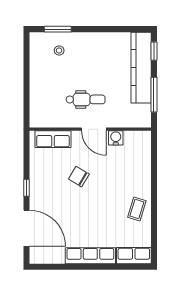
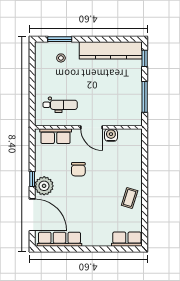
kitchen counter: (141, 68) -> (111, 50), moved, turned -90
dental chair: (86, 99) -> (60, 105), moved
chair: (79, 177) -> (78, 169), turned -121
plant: (40, 195) -> (44, 186), added
row of seats: (90, 256) -> (59, 239), moved

